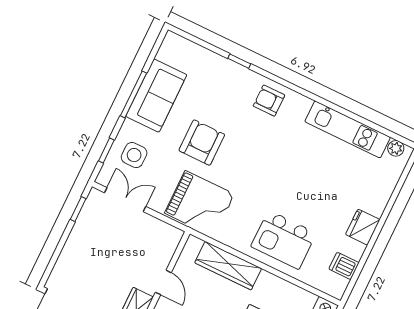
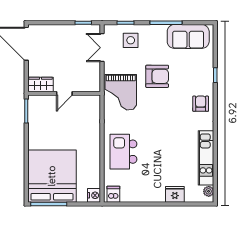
sofa: (156, 96) -> (188, 36), moved
double door: (125, 200) -> (102, 48), swing flipped
fridge: (363, 227) -> (175, 194), moved
wardrobe: (228, 266) -> (93, 127), removed
dishwasher: (344, 266) -> (113, 194), moved

